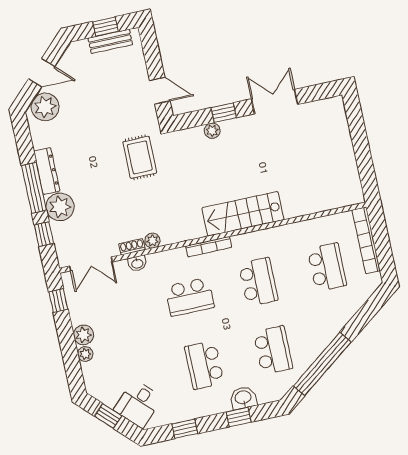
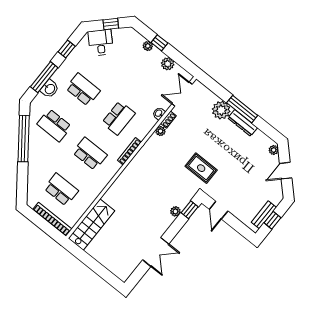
door: (160, 91) -> (219, 210), hinge flipped
plant: (45, 107) -> (274, 150), width x0.53, depth x0.53
window: (224, 113) -> (190, 210), moved
stairs: (243, 214) -> (92, 225), moved
window: (44, 234) -> (218, 90), removed
school desk: (327, 267) -> (61, 190), turned 180
school desk: (258, 282) -> (90, 154), turned 180
school desk: (190, 297) -> (118, 118), turned 180
window: (58, 301) -> (159, 43), moved
plant: (84, 335) -> (168, 64), moved
window: (239, 417) -> (44, 77), width x2.17

